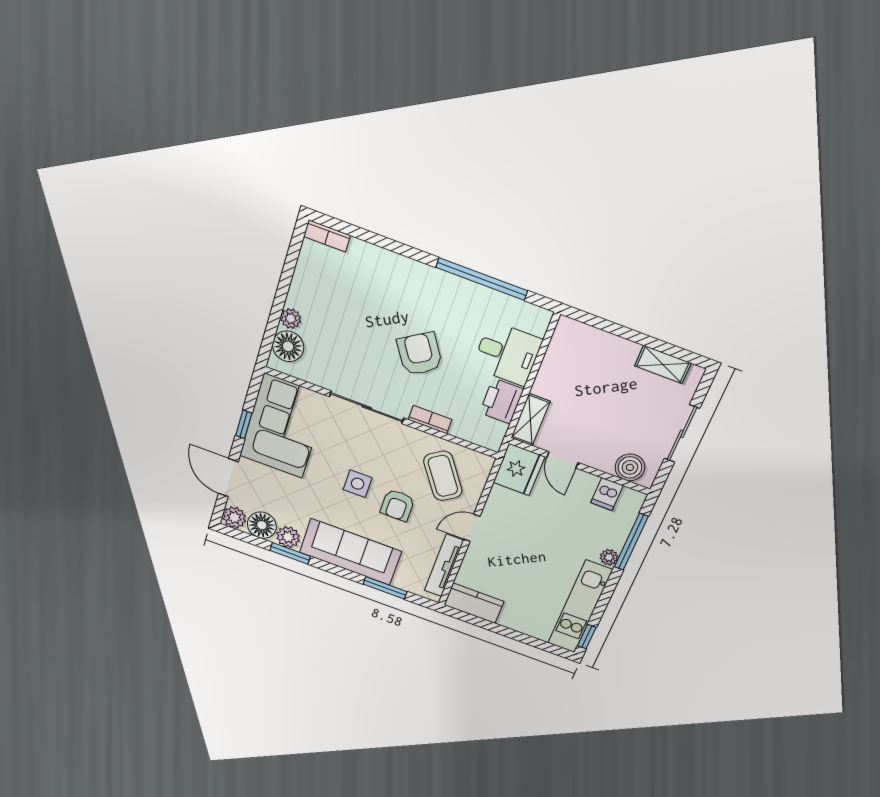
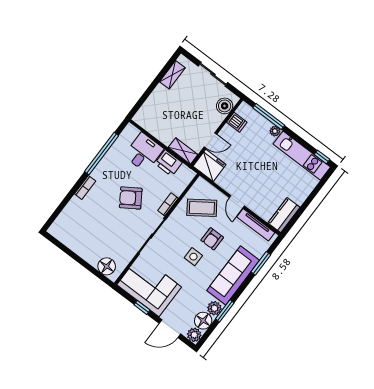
bookcase: (327, 236) -> (85, 187), moved
plant: (291, 319) -> (93, 259), removed
armchair: (397, 505) -> (212, 239), turned 90

